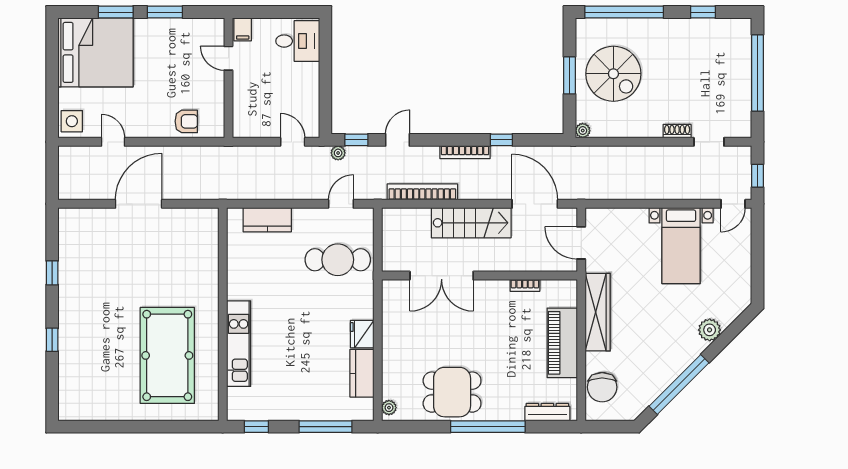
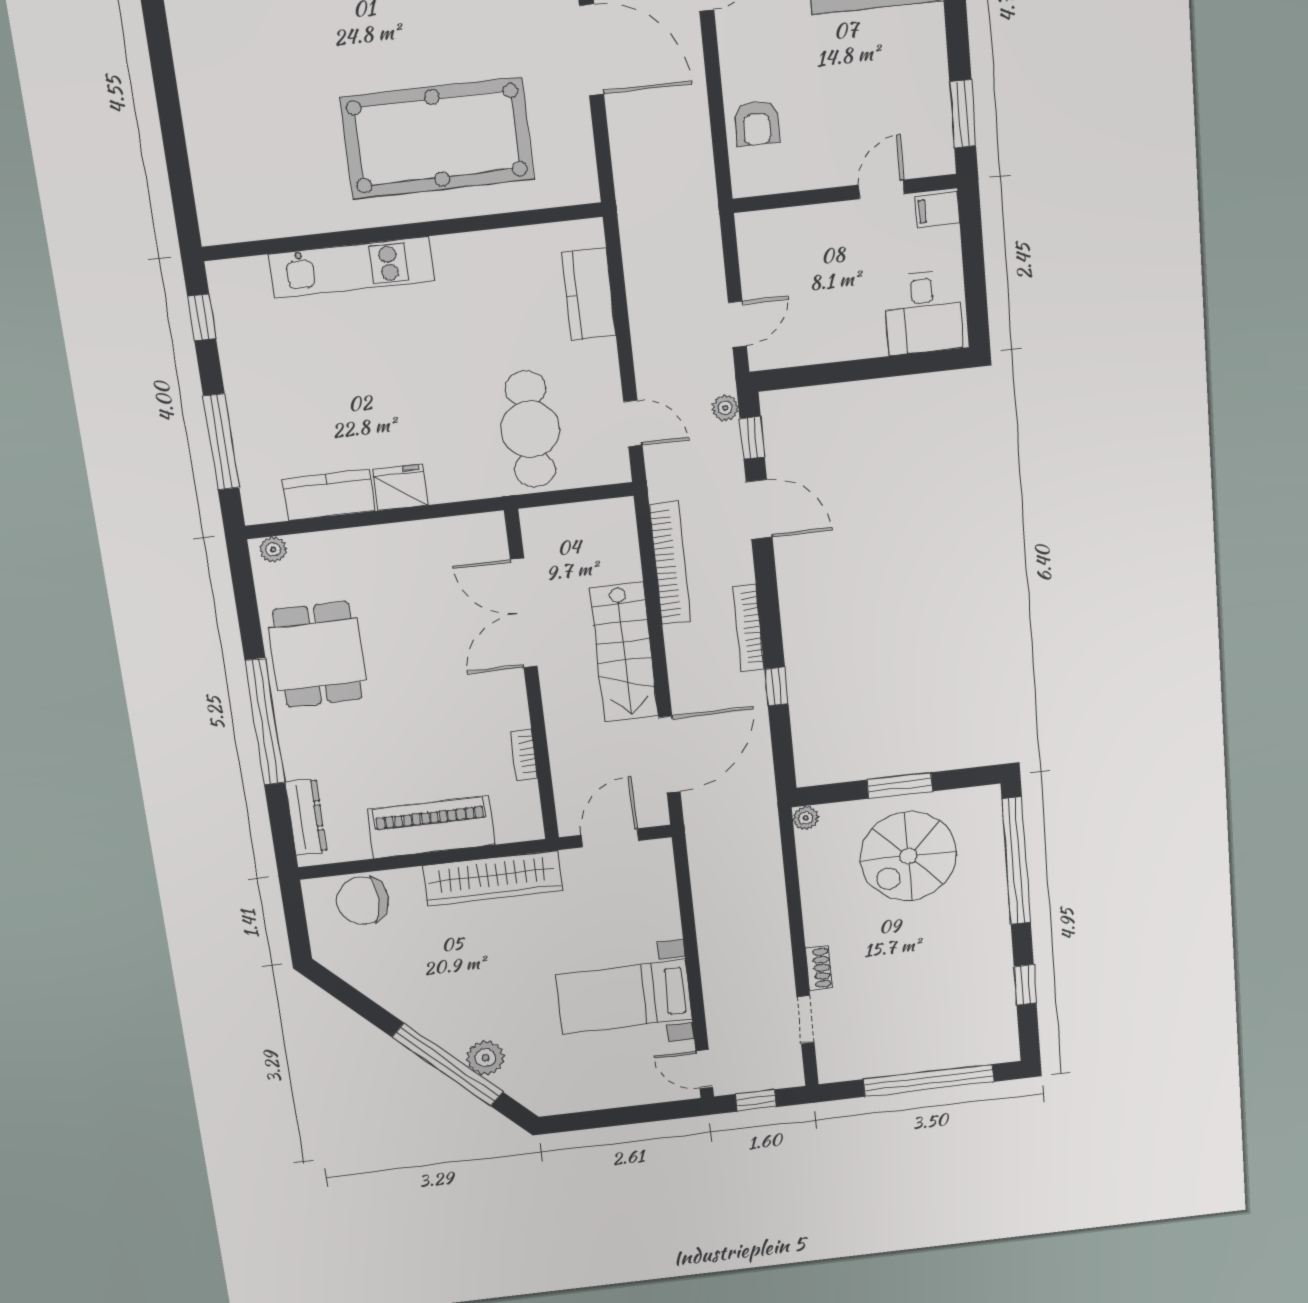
window: (165, 12) -> (963, 114), moved
door: (397, 140) -> (759, 510), width x1.38
pool table: (167, 355) -> (437, 138), moved
window: (679, 384) -> (448, 1065), moved

